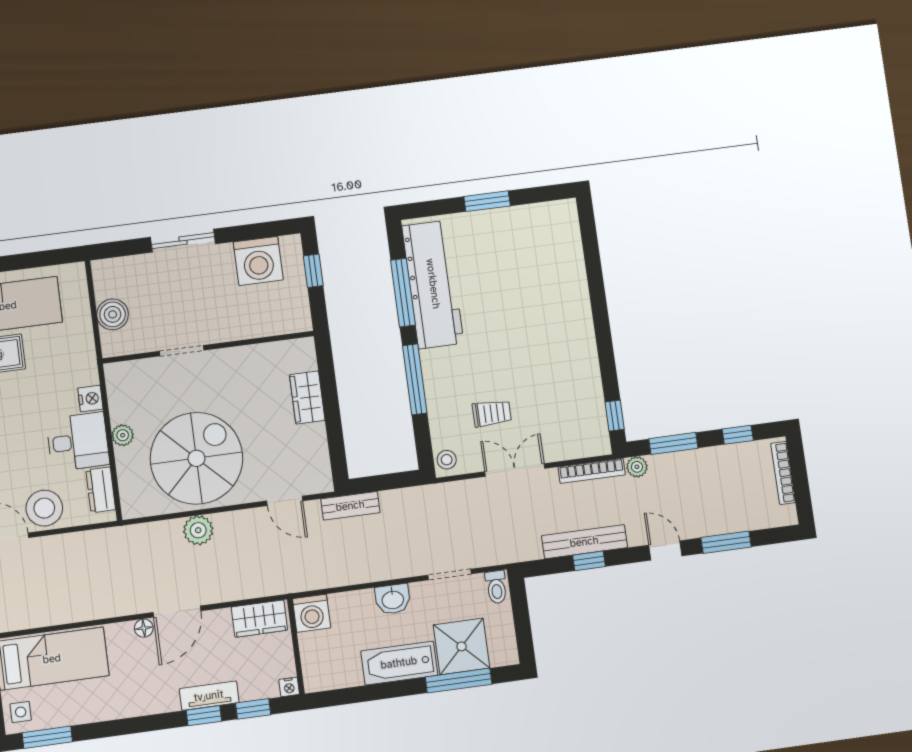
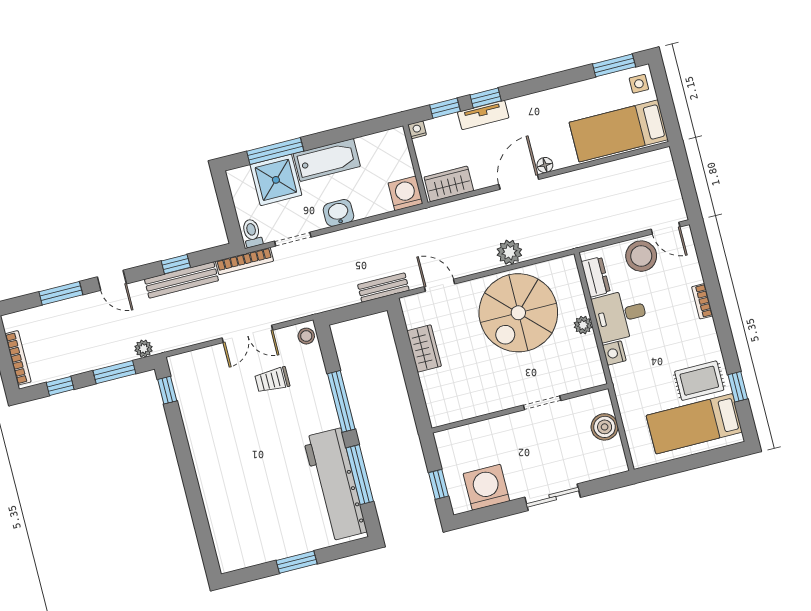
wardrobe: (307, 398) -> (424, 348), moved
bookcase: (592, 471) -> (245, 261), moved, turned 180

